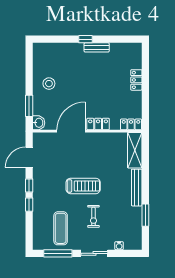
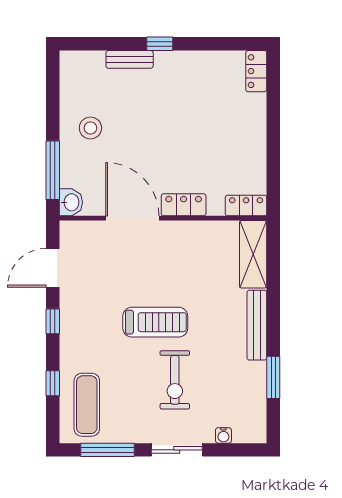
bench: (97, 47) -> (130, 59), moved
locker: (136, 80) -> (256, 71), moved
window: (29, 106) -> (53, 170), width x1.44
door: (71, 131) -> (132, 218), hinge flipped
window: (29, 205) -> (53, 383), moved
exercise bike: (93, 216) -> (175, 380), width x1.38, depth x1.39
exercise mat: (61, 228) -> (87, 405), moved

